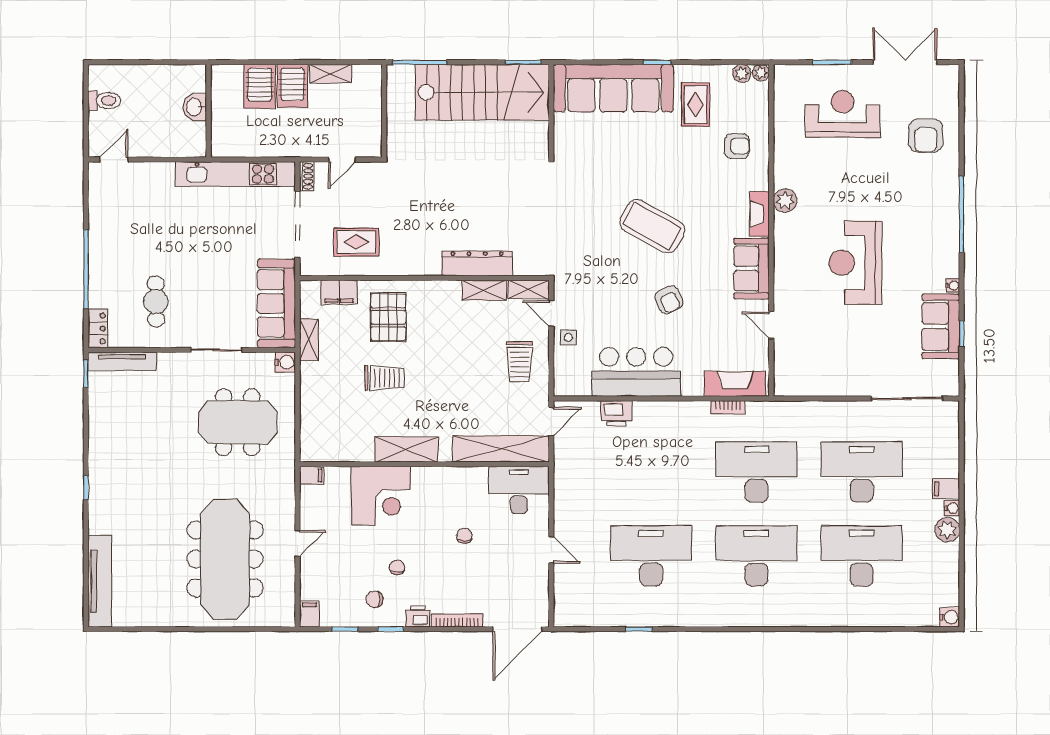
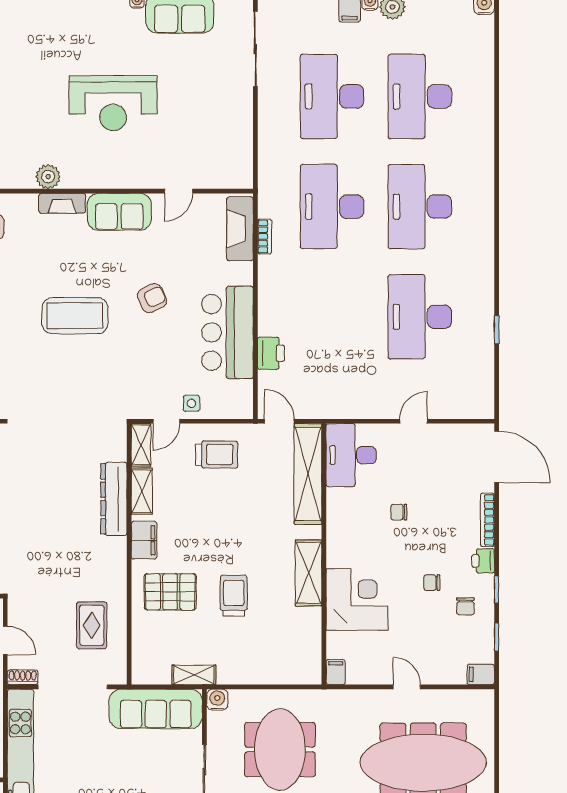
coffee table: (652, 226) -> (75, 316), turned 61
filing cabinet: (339, 292) -> (144, 540), moved

